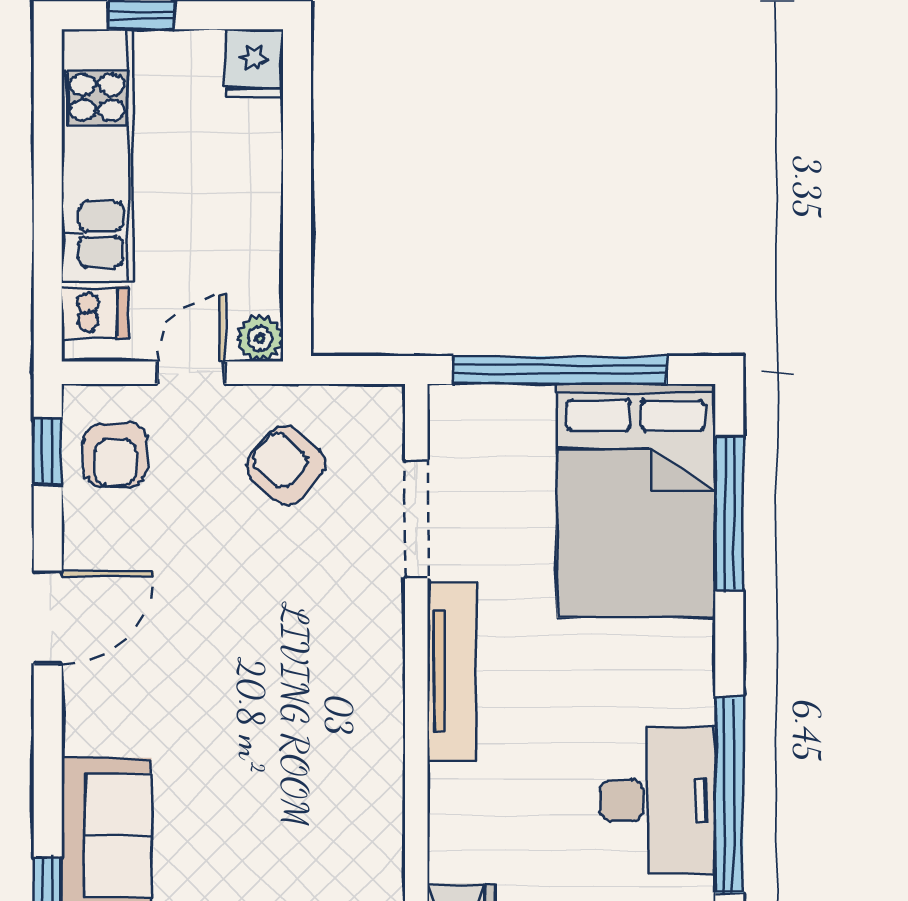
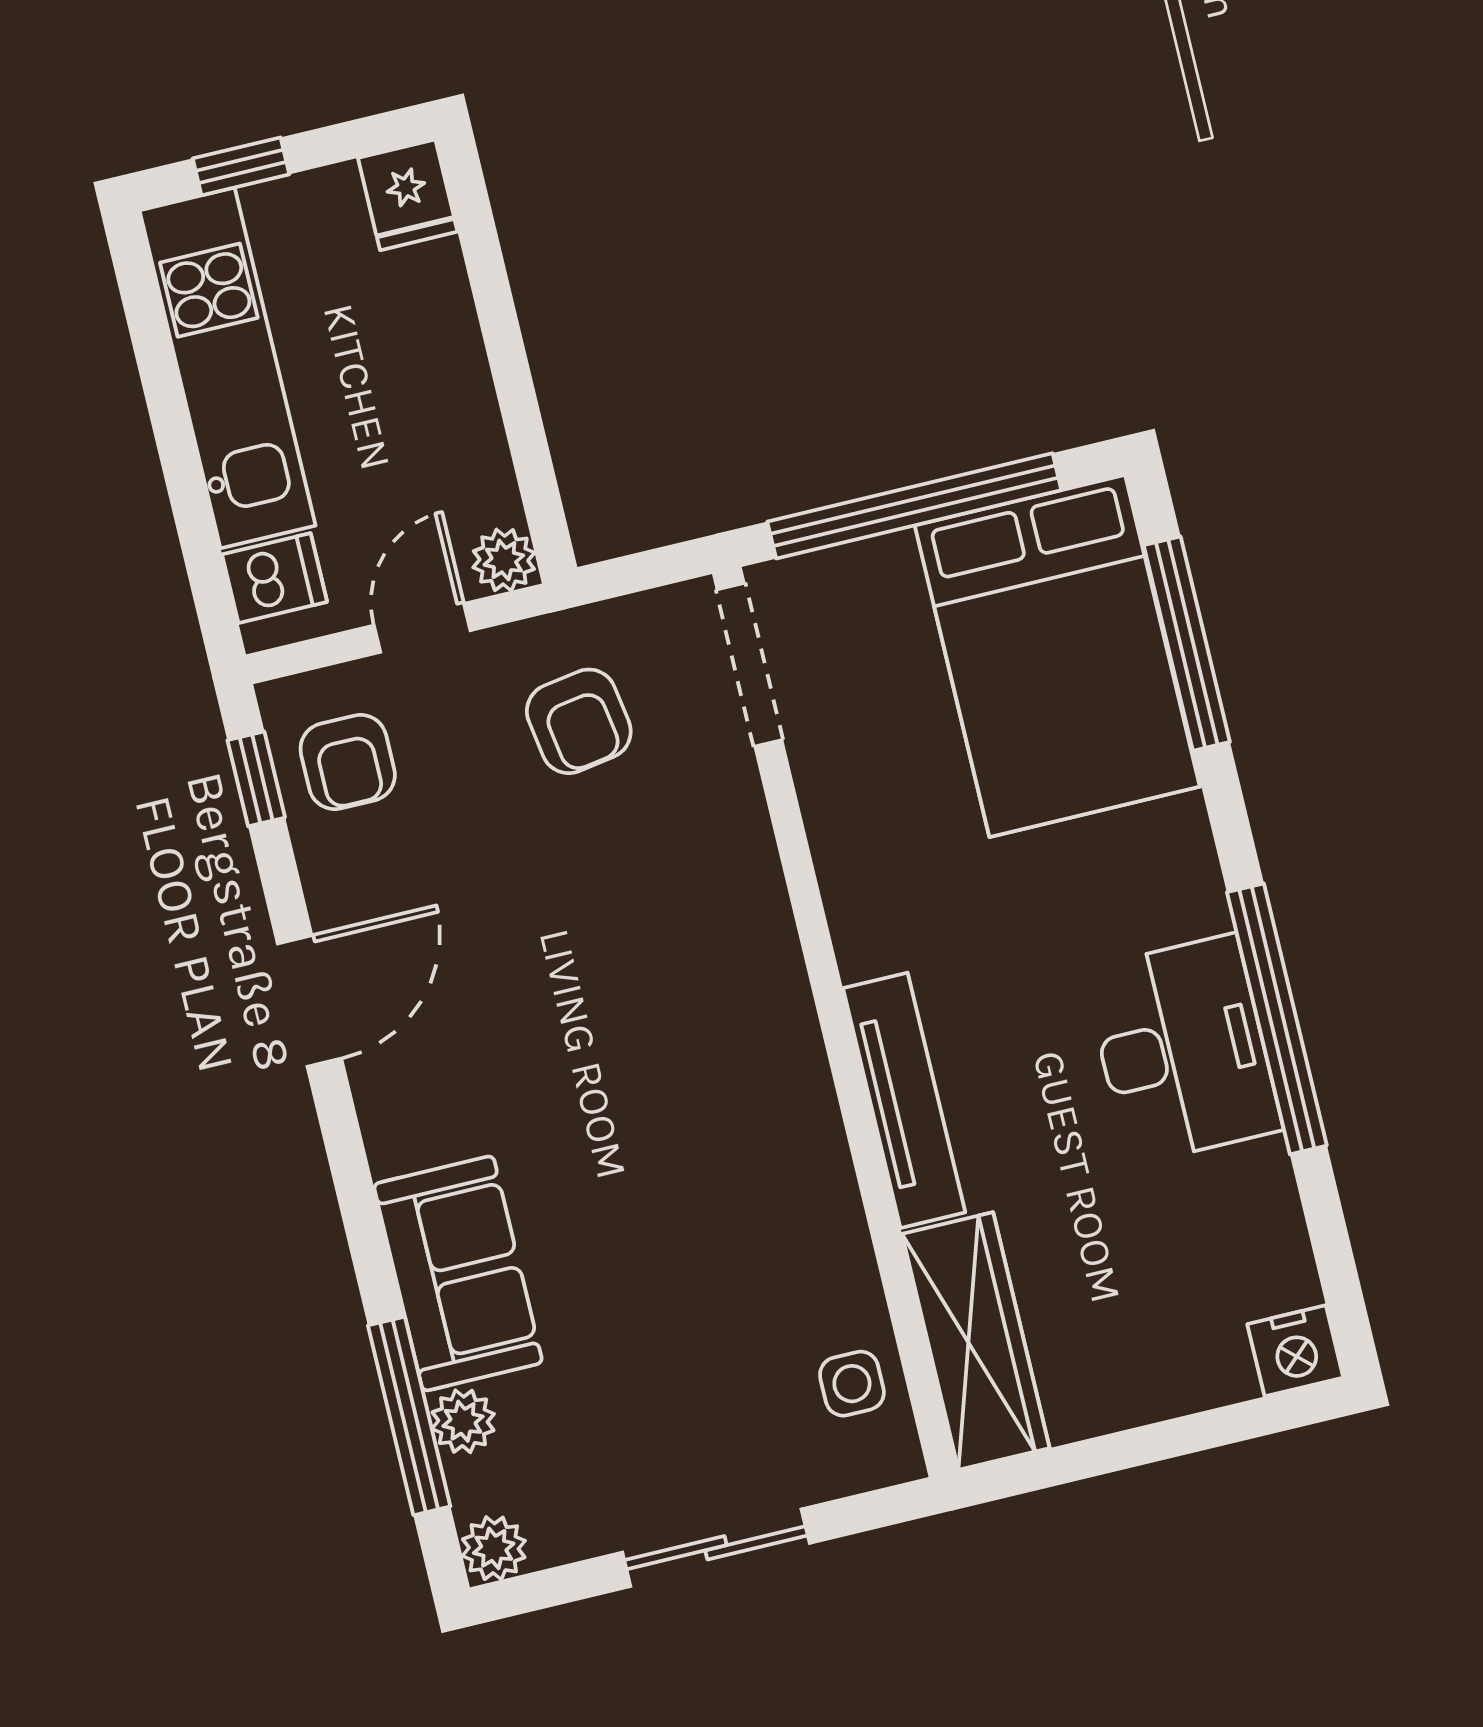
armchair: (286, 465) -> (579, 721), turned -140
doorway: (416, 519) -> (749, 665), moved
tv unit: (452, 671) -> (904, 1100), moved

